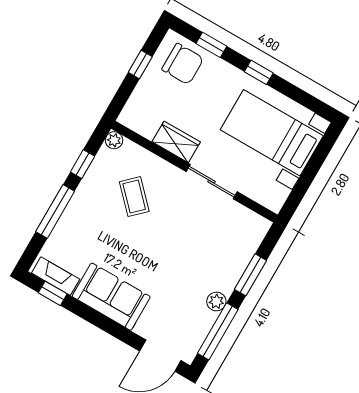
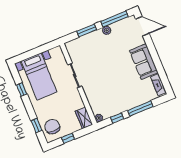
window: (259, 72) -> (22, 90), moved
wardrobe: (176, 142) -> (84, 118), moved
coffee table: (134, 197) -> (107, 92), removed
window: (53, 293) -> (164, 79), removed

